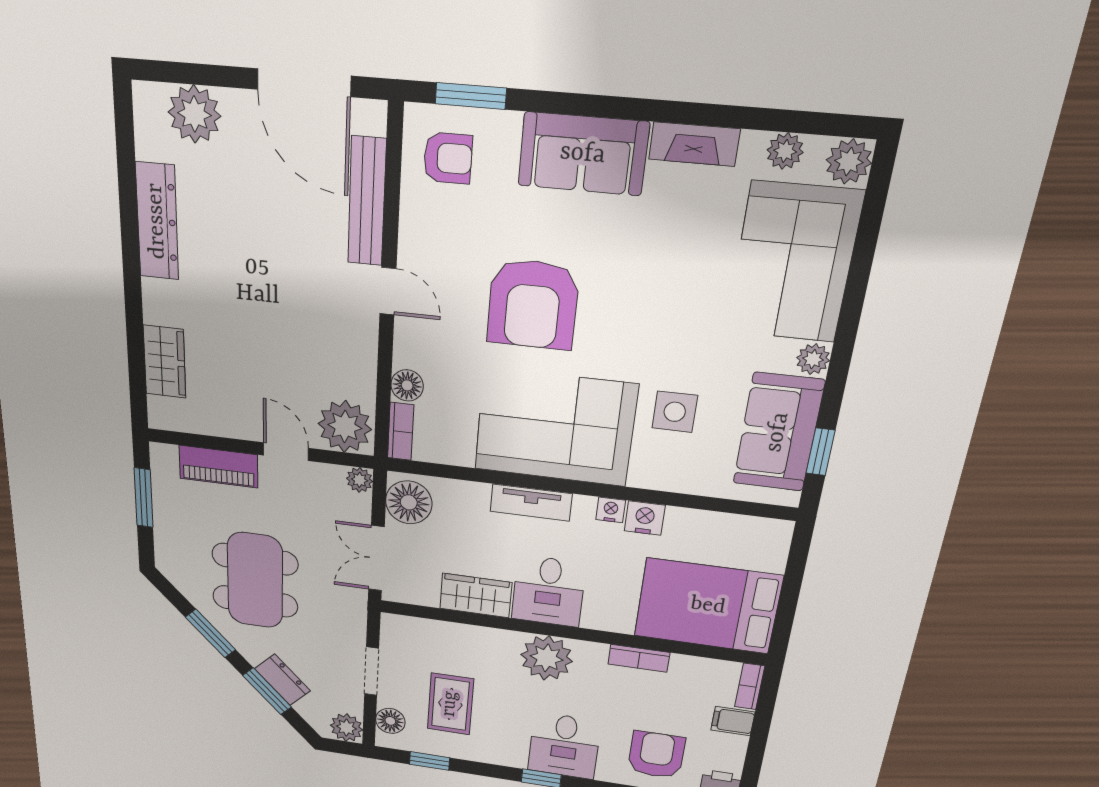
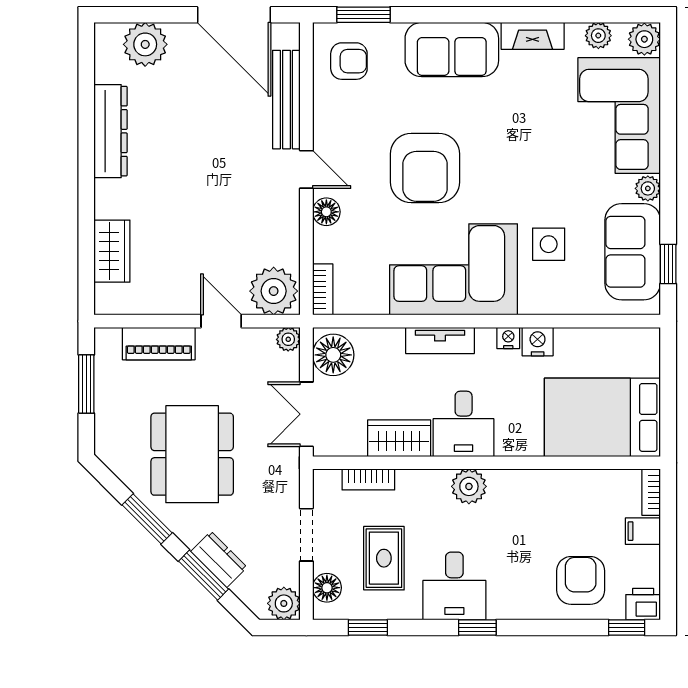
floor lamp: (407, 385) -> (326, 212), moved
plant: (547, 658) -> (469, 486), width x0.73, depth x0.73
bookcase: (639, 658) -> (368, 479), moved
desk: (564, 746) -> (454, 586), moved

